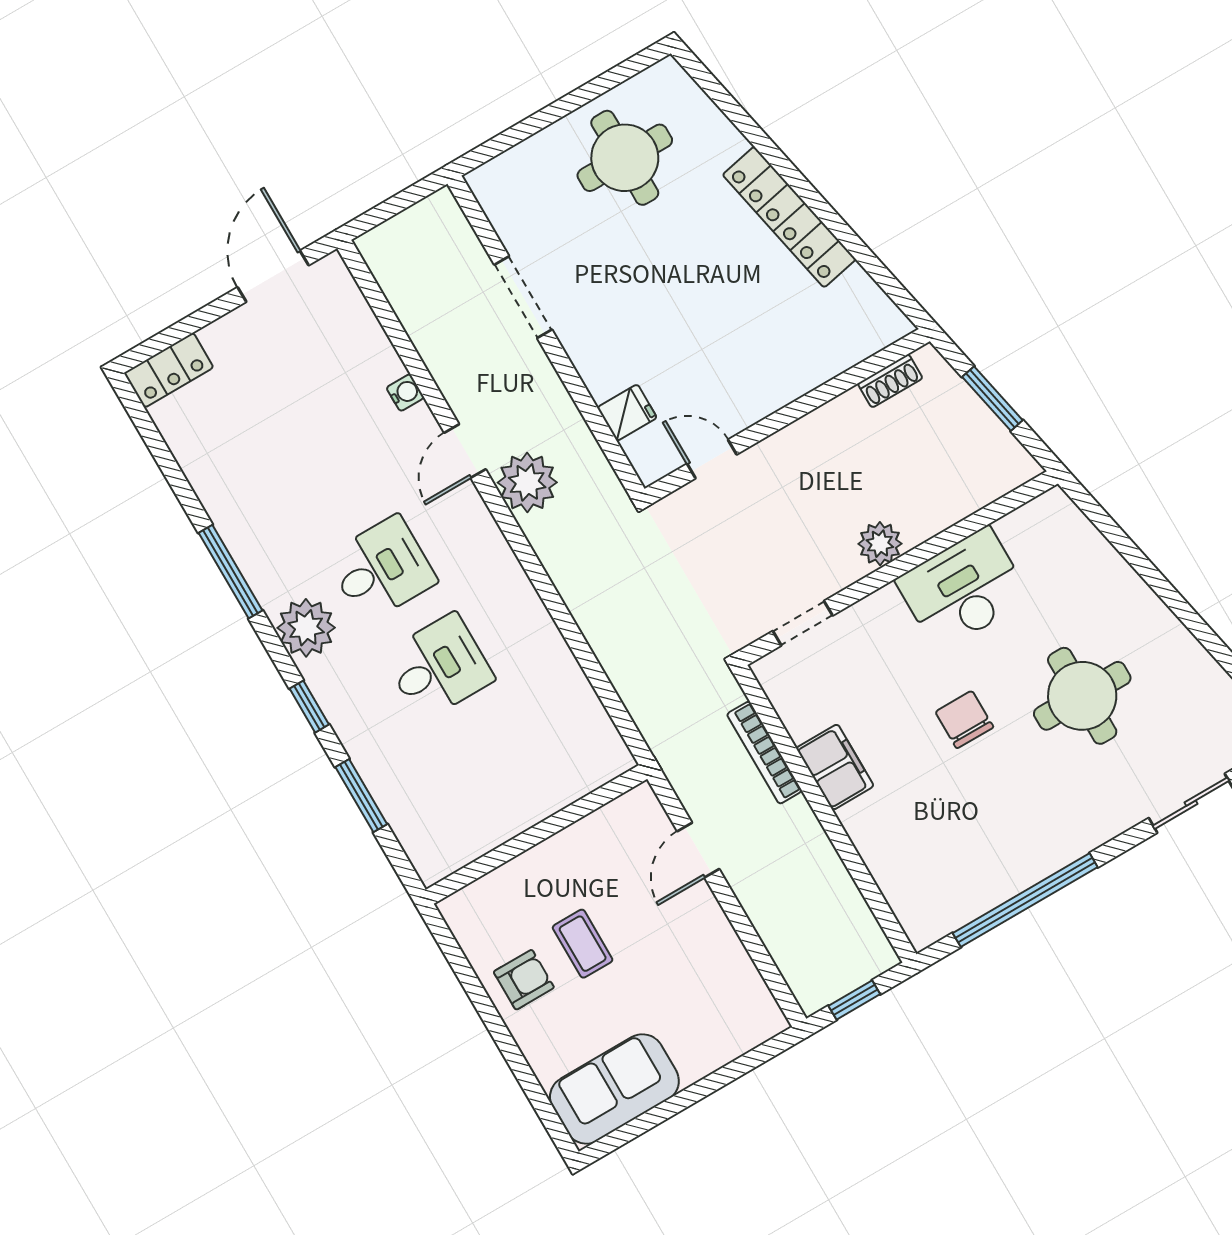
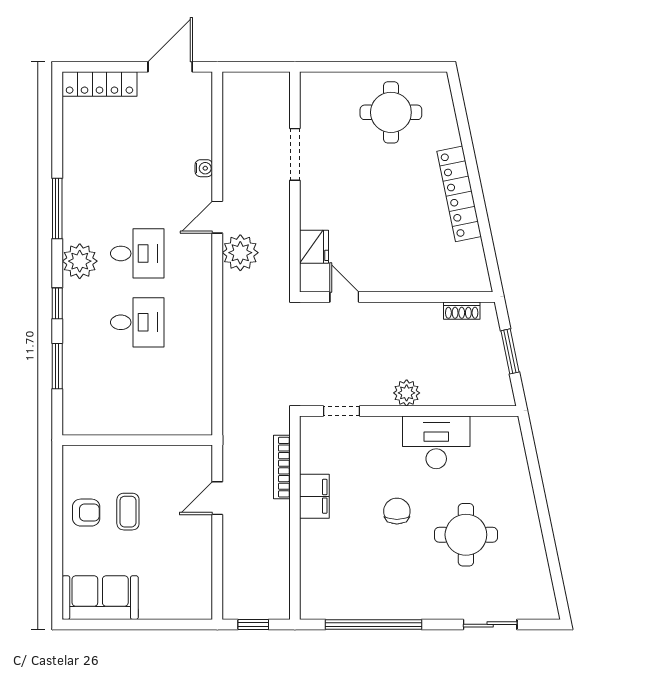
locker: (169, 370) -> (99, 84), width x1.53
fridge: (627, 413) -> (314, 247), width x1.38

